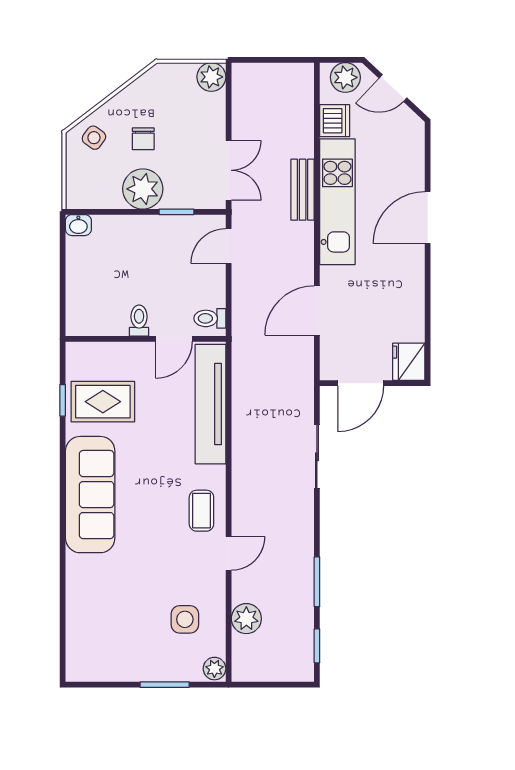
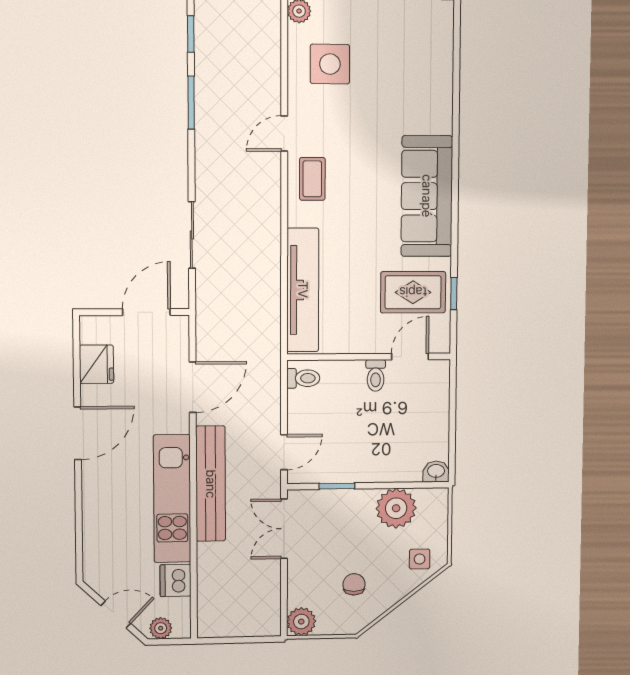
plant: (345, 77) -> (161, 628), width x0.73, depth x0.73
side table: (94, 138) -> (420, 559), turned -36
chair: (143, 139) -> (354, 584), moved
plant: (143, 189) -> (396, 508), moved
bench: (303, 190) -> (211, 484), width x1.86, depth x1.21
door: (428, 218) -> (78, 433), moved
door: (174, 339) -> (410, 356), moved
fridge: (409, 362) -> (96, 364), moved
side table: (185, 619) -> (330, 64), width x1.37, depth x1.37
plant: (246, 619) -> (266, 64), removed

